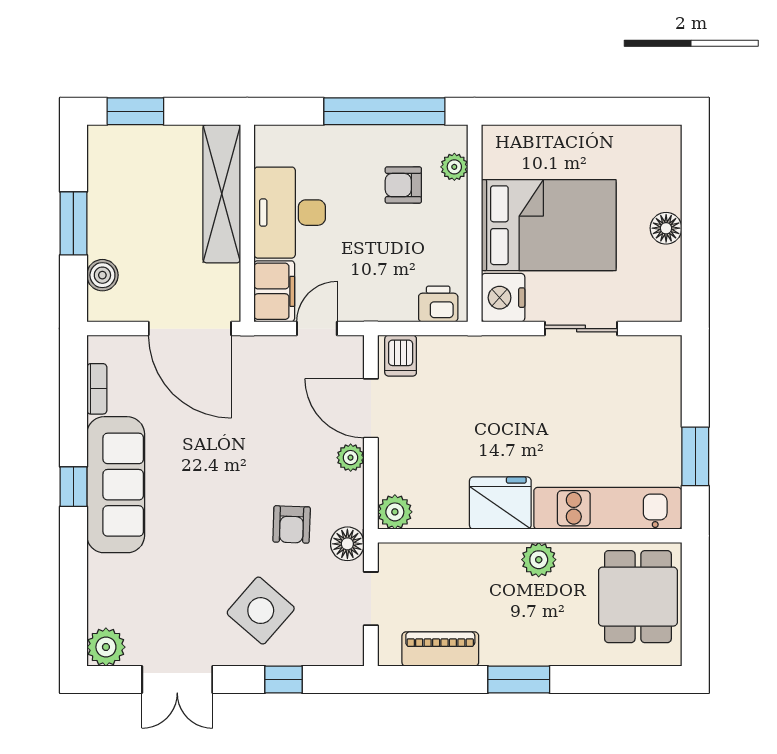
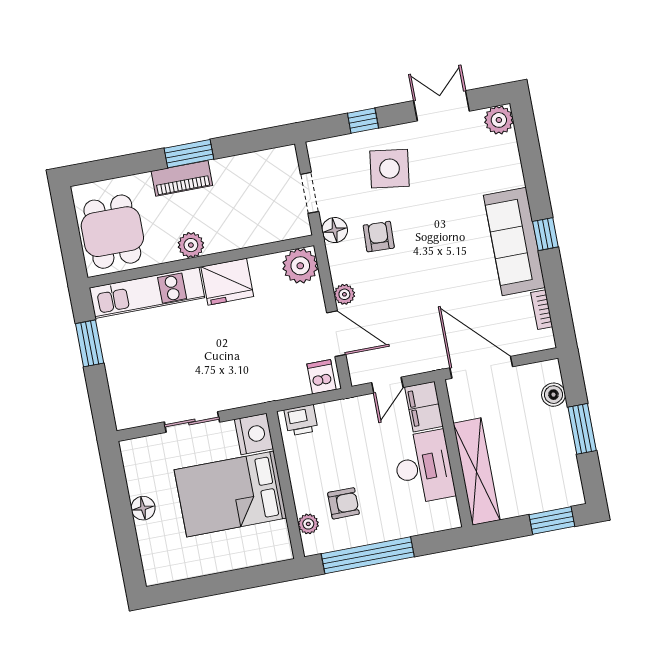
plant: (395, 512) -> (300, 266), width x1.36, depth x1.36
side table: (261, 611) -> (389, 169), turned -33
piano: (440, 649) -> (182, 178), moved

